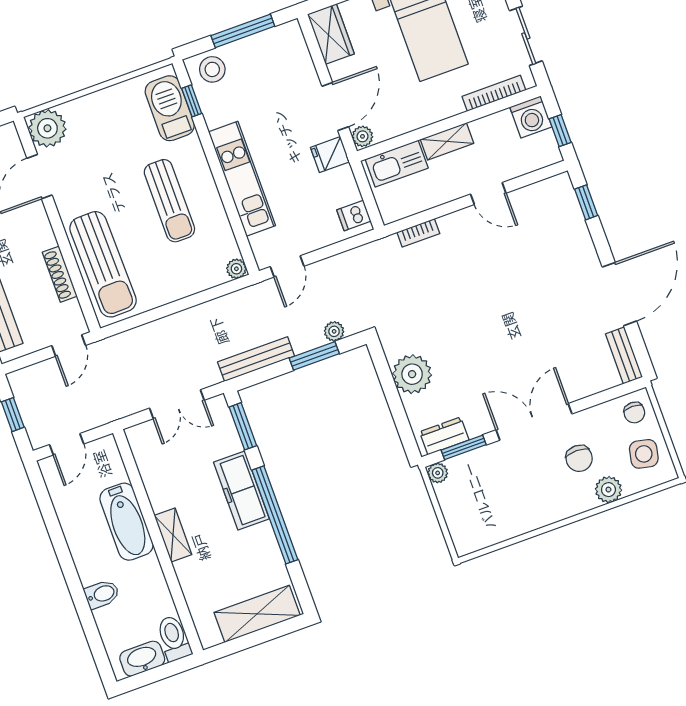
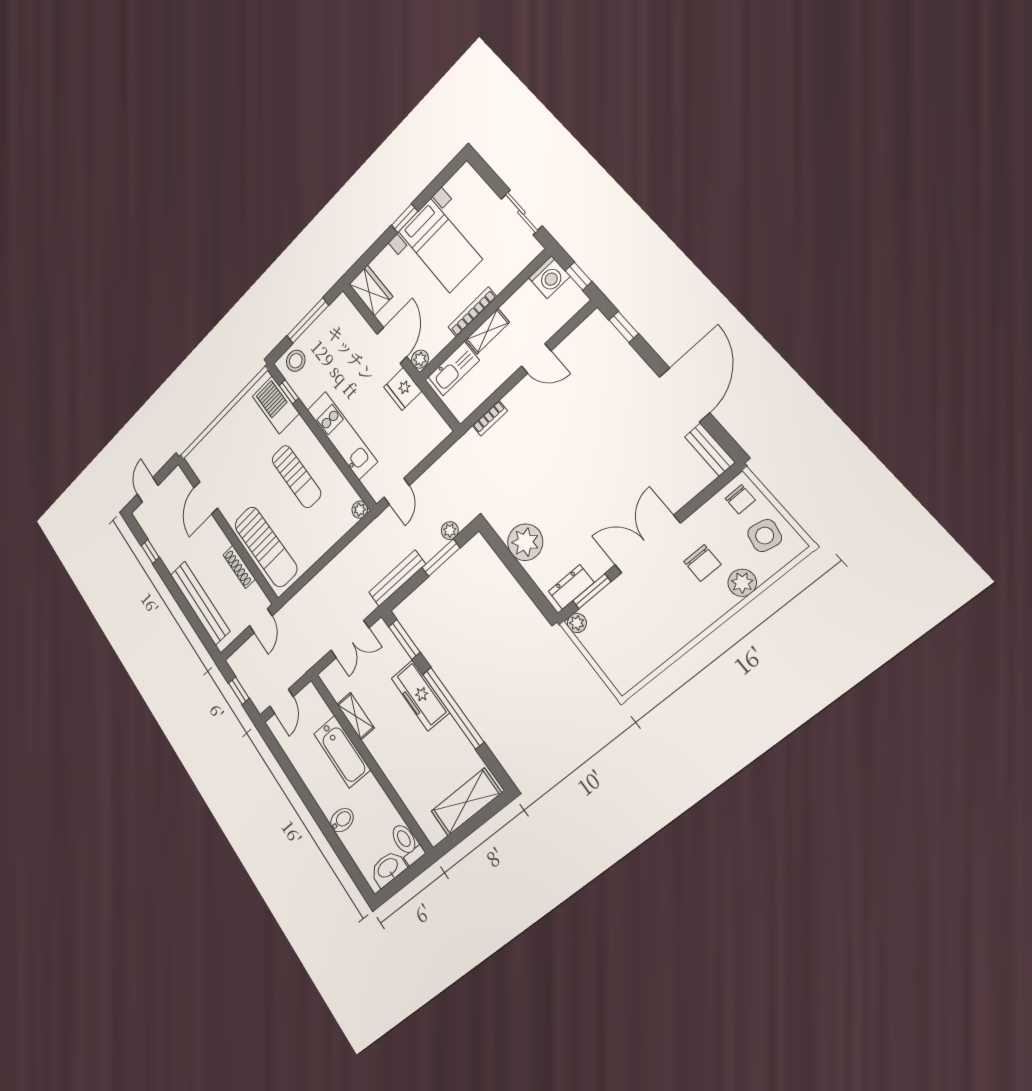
bookcase: (494, 93) -> (472, 312), moved
plant: (47, 128) -> (201, 459), removed
fridge: (330, 155) -> (403, 389), width x1.38
dishwasher: (354, 215) -> (434, 427), removed
shelving: (173, 535) -> (356, 716), moved

